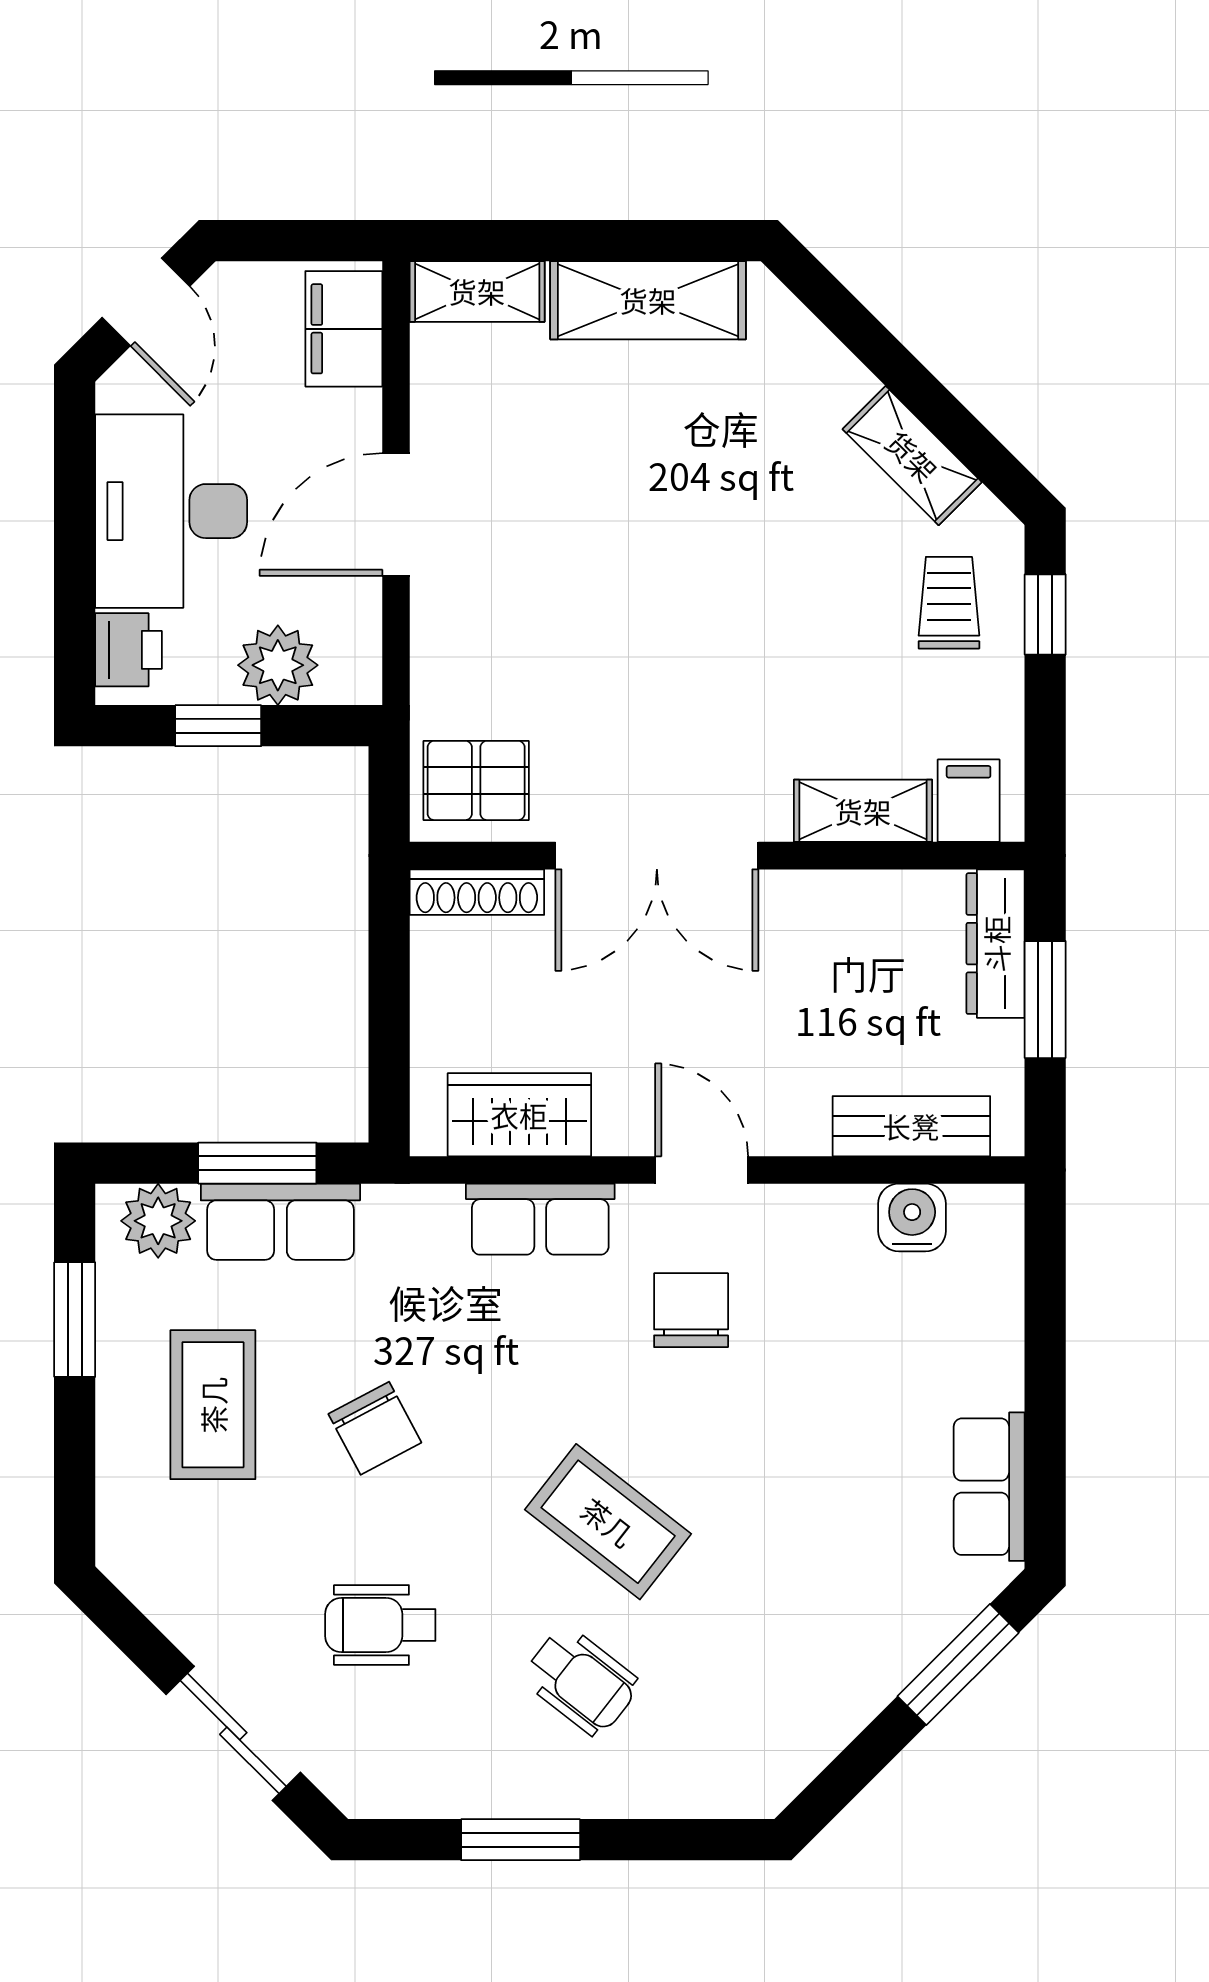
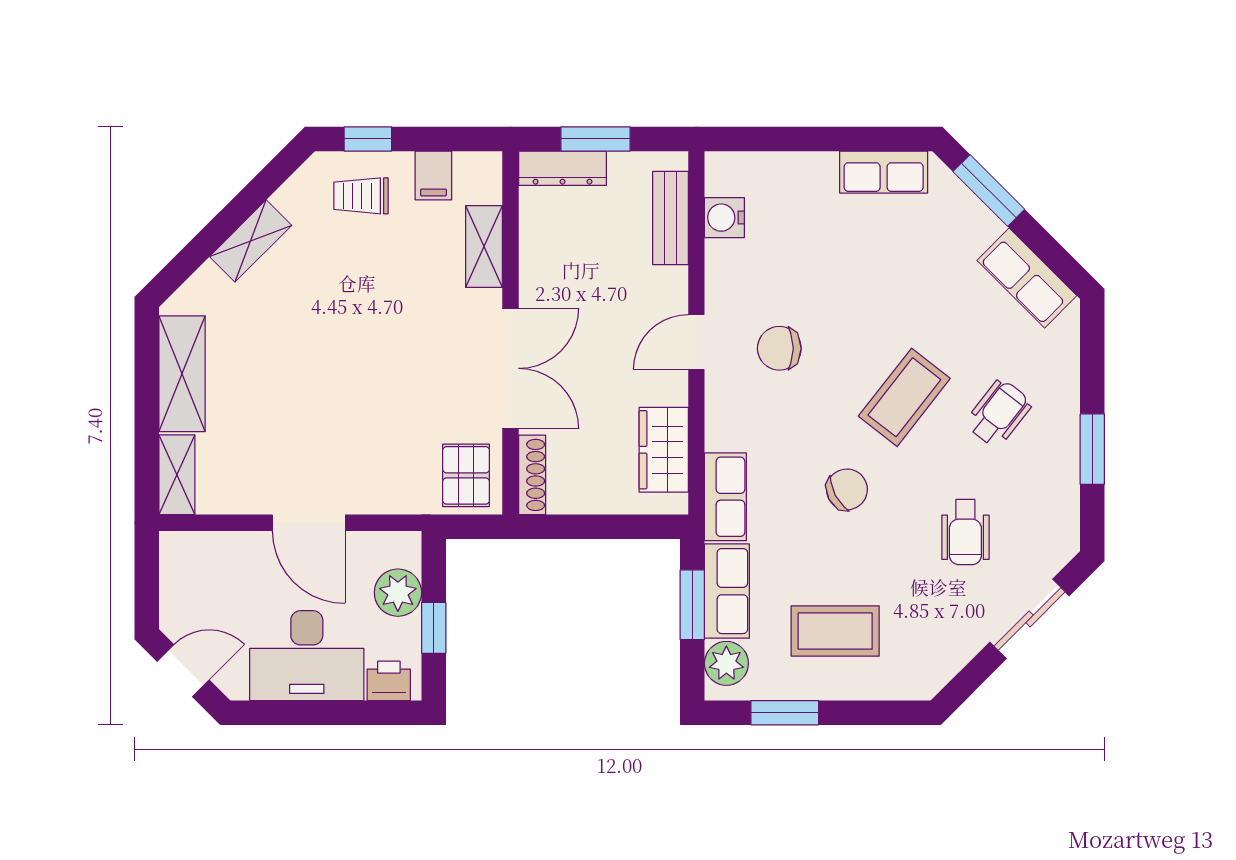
filing cabinet: (344, 329) -> (199, 554), removed
shelving: (912, 456) -> (251, 241), moved
filing cabinet: (969, 801) -> (433, 175), moved, turned -90
row of seats: (540, 1219) -> (725, 497), moved
chair: (375, 1428) -> (847, 489), moved
row of seats: (810, 1729) -> (1027, 278), added

